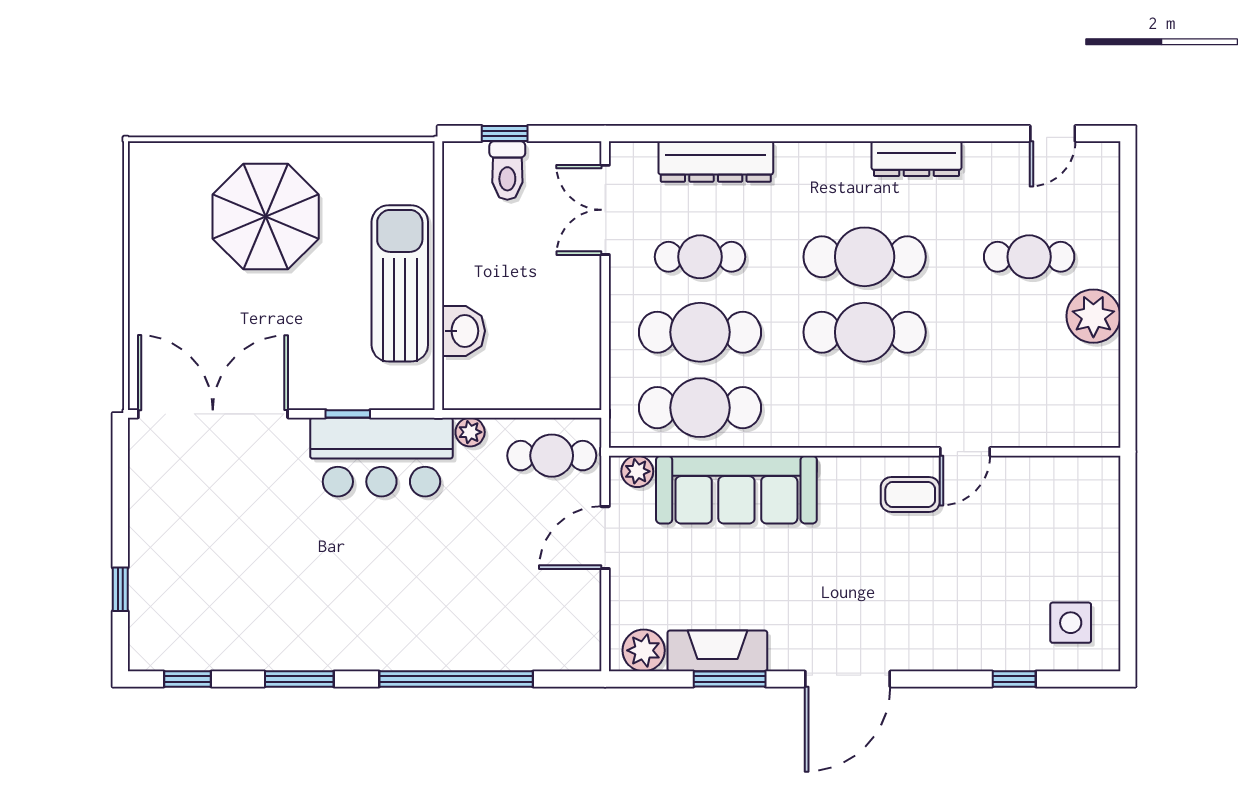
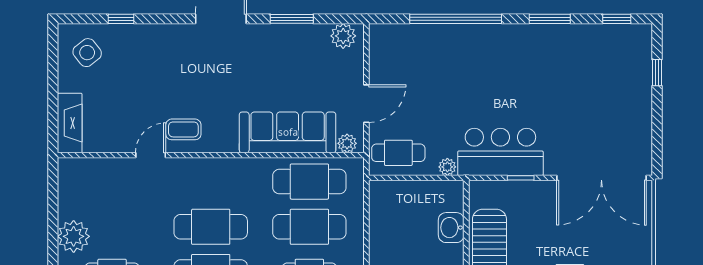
side table: (1071, 623) -> (87, 53), turned -38
fireplace: (717, 651) -> (70, 123), moved, turned -90

